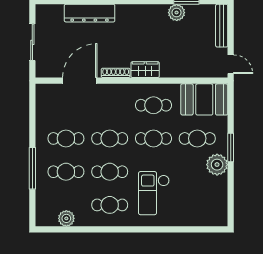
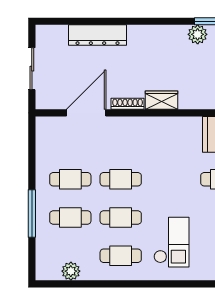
cafe table: (153, 105) -> (171, 141), removed
cafe table: (153, 138) -> (171, 179), removed
checkout: (154, 193) -> (171, 242), turned 180

